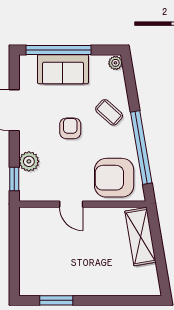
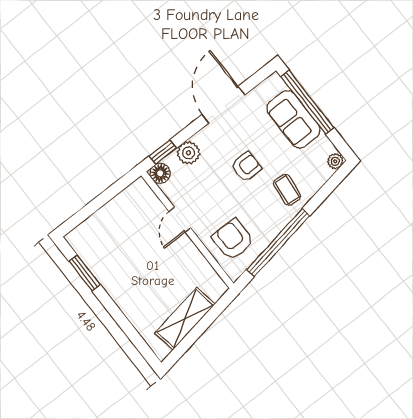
coffee table: (109, 112) -> (287, 190), turned -35
armchair: (114, 178) -> (233, 239), width x0.73, depth x0.73
floor lamp: (28, 193) -> (160, 173), added
shelving: (140, 237) -> (185, 319), moved

